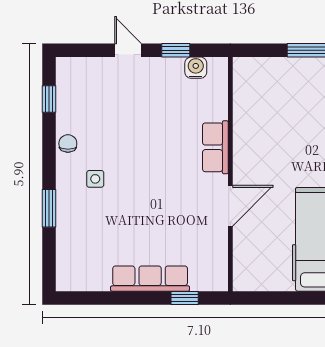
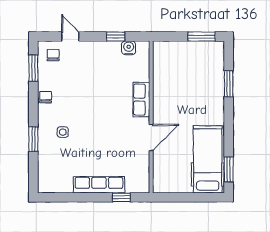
door: (128, 50) -> (70, 37), moved
chair: (79, 79) -> (53, 55), added
window: (49, 99) -> (33, 68), width x1.50
side table: (95, 179) -> (63, 132), moved

